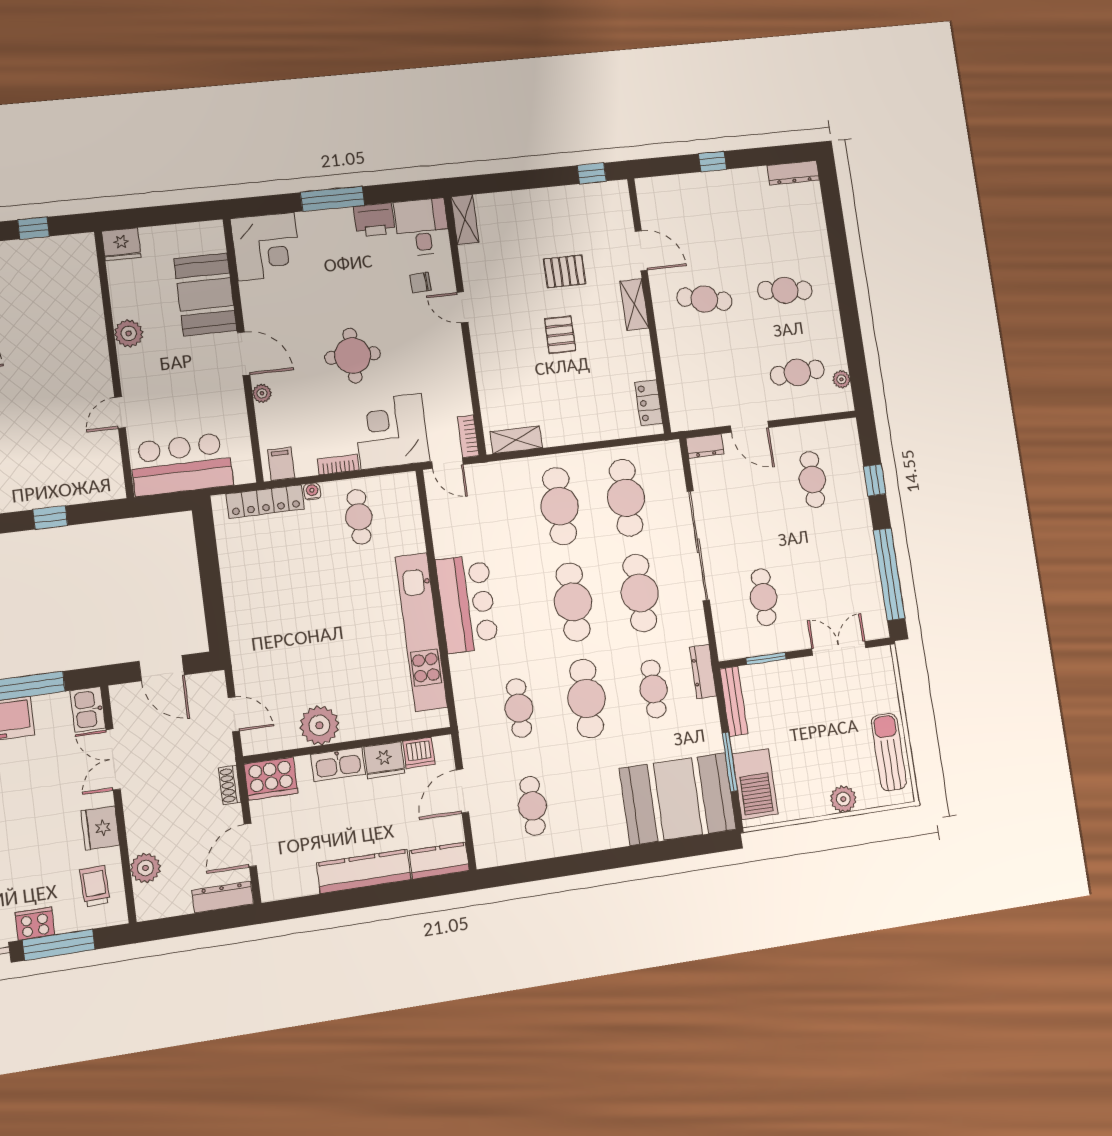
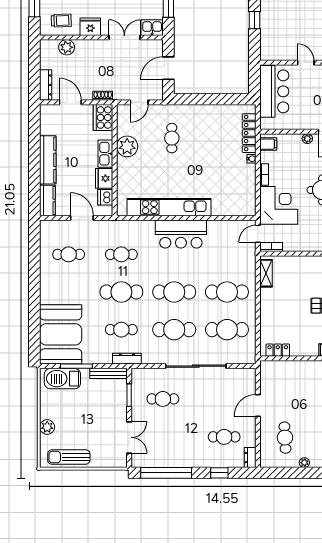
plant: (841, 379) -> (304, 463), moved
dresser: (705, 446) -> (250, 457), moved
cafe table: (359, 517) -> (172, 138), moved, turned 90
sun lounger: (889, 752) -> (69, 457), turned 180

